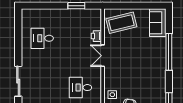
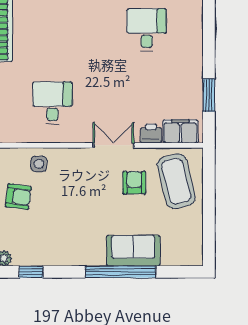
filing cabinet: (95, 21) -> (180, 131), added
sofa: (158, 23) -> (133, 251), moved
armchair: (122, 45) -> (134, 183), added

